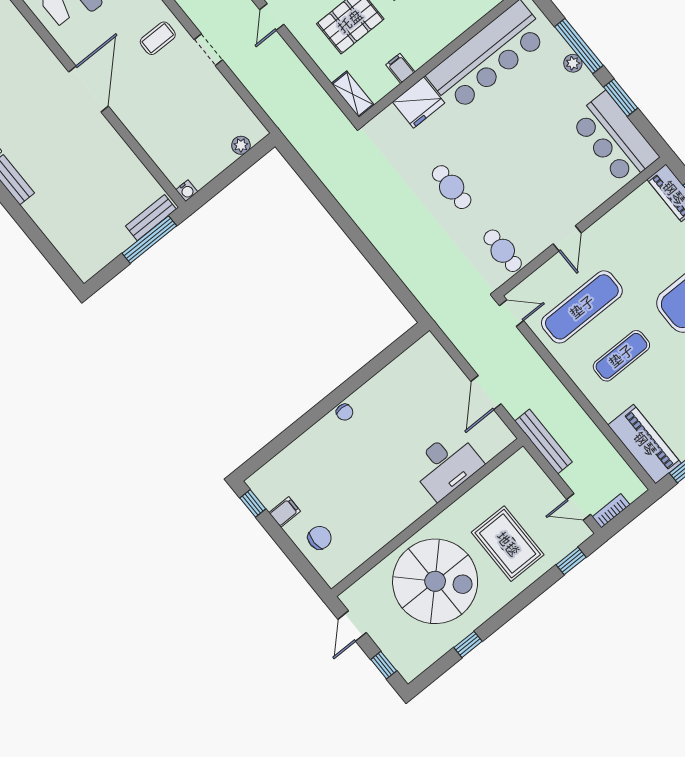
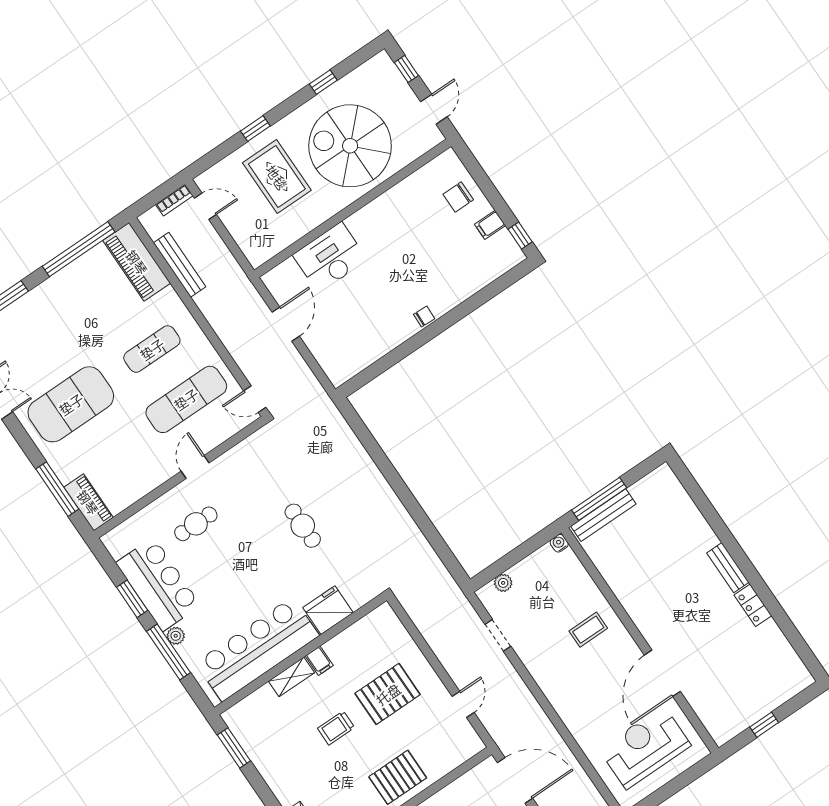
coffee table: (158, 38) -> (588, 630), moved
doorway: (208, 50) -> (498, 635), moved
filing cabinet: (400, 68) -> (319, 661), moved
door: (89, 89) -> (662, 673), moved
shelving: (353, 94) -> (291, 677), moved, turned 90
bar counter: (614, 139) -> (158, 584), moved
bench: (151, 218) -> (603, 515), width x1.36
cafe table: (503, 251) -> (196, 524), moved, turned 90
chair: (345, 412) -> (424, 317), turned 92
bench: (544, 442) -> (180, 265), moved
window: (571, 561) -> (255, 128), moved

